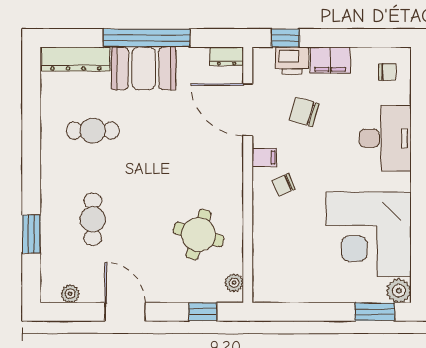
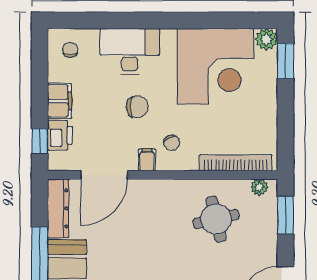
dresser: (227, 56) -> (58, 208), width x1.96, depth x1.24
chair: (304, 112) -> (137, 107), moved, turned -107
round table: (199, 235) -> (216, 219), turned -30
bookcase: (261, 256) -> (236, 163), added
window: (203, 312) -> (285, 215), width x1.50

